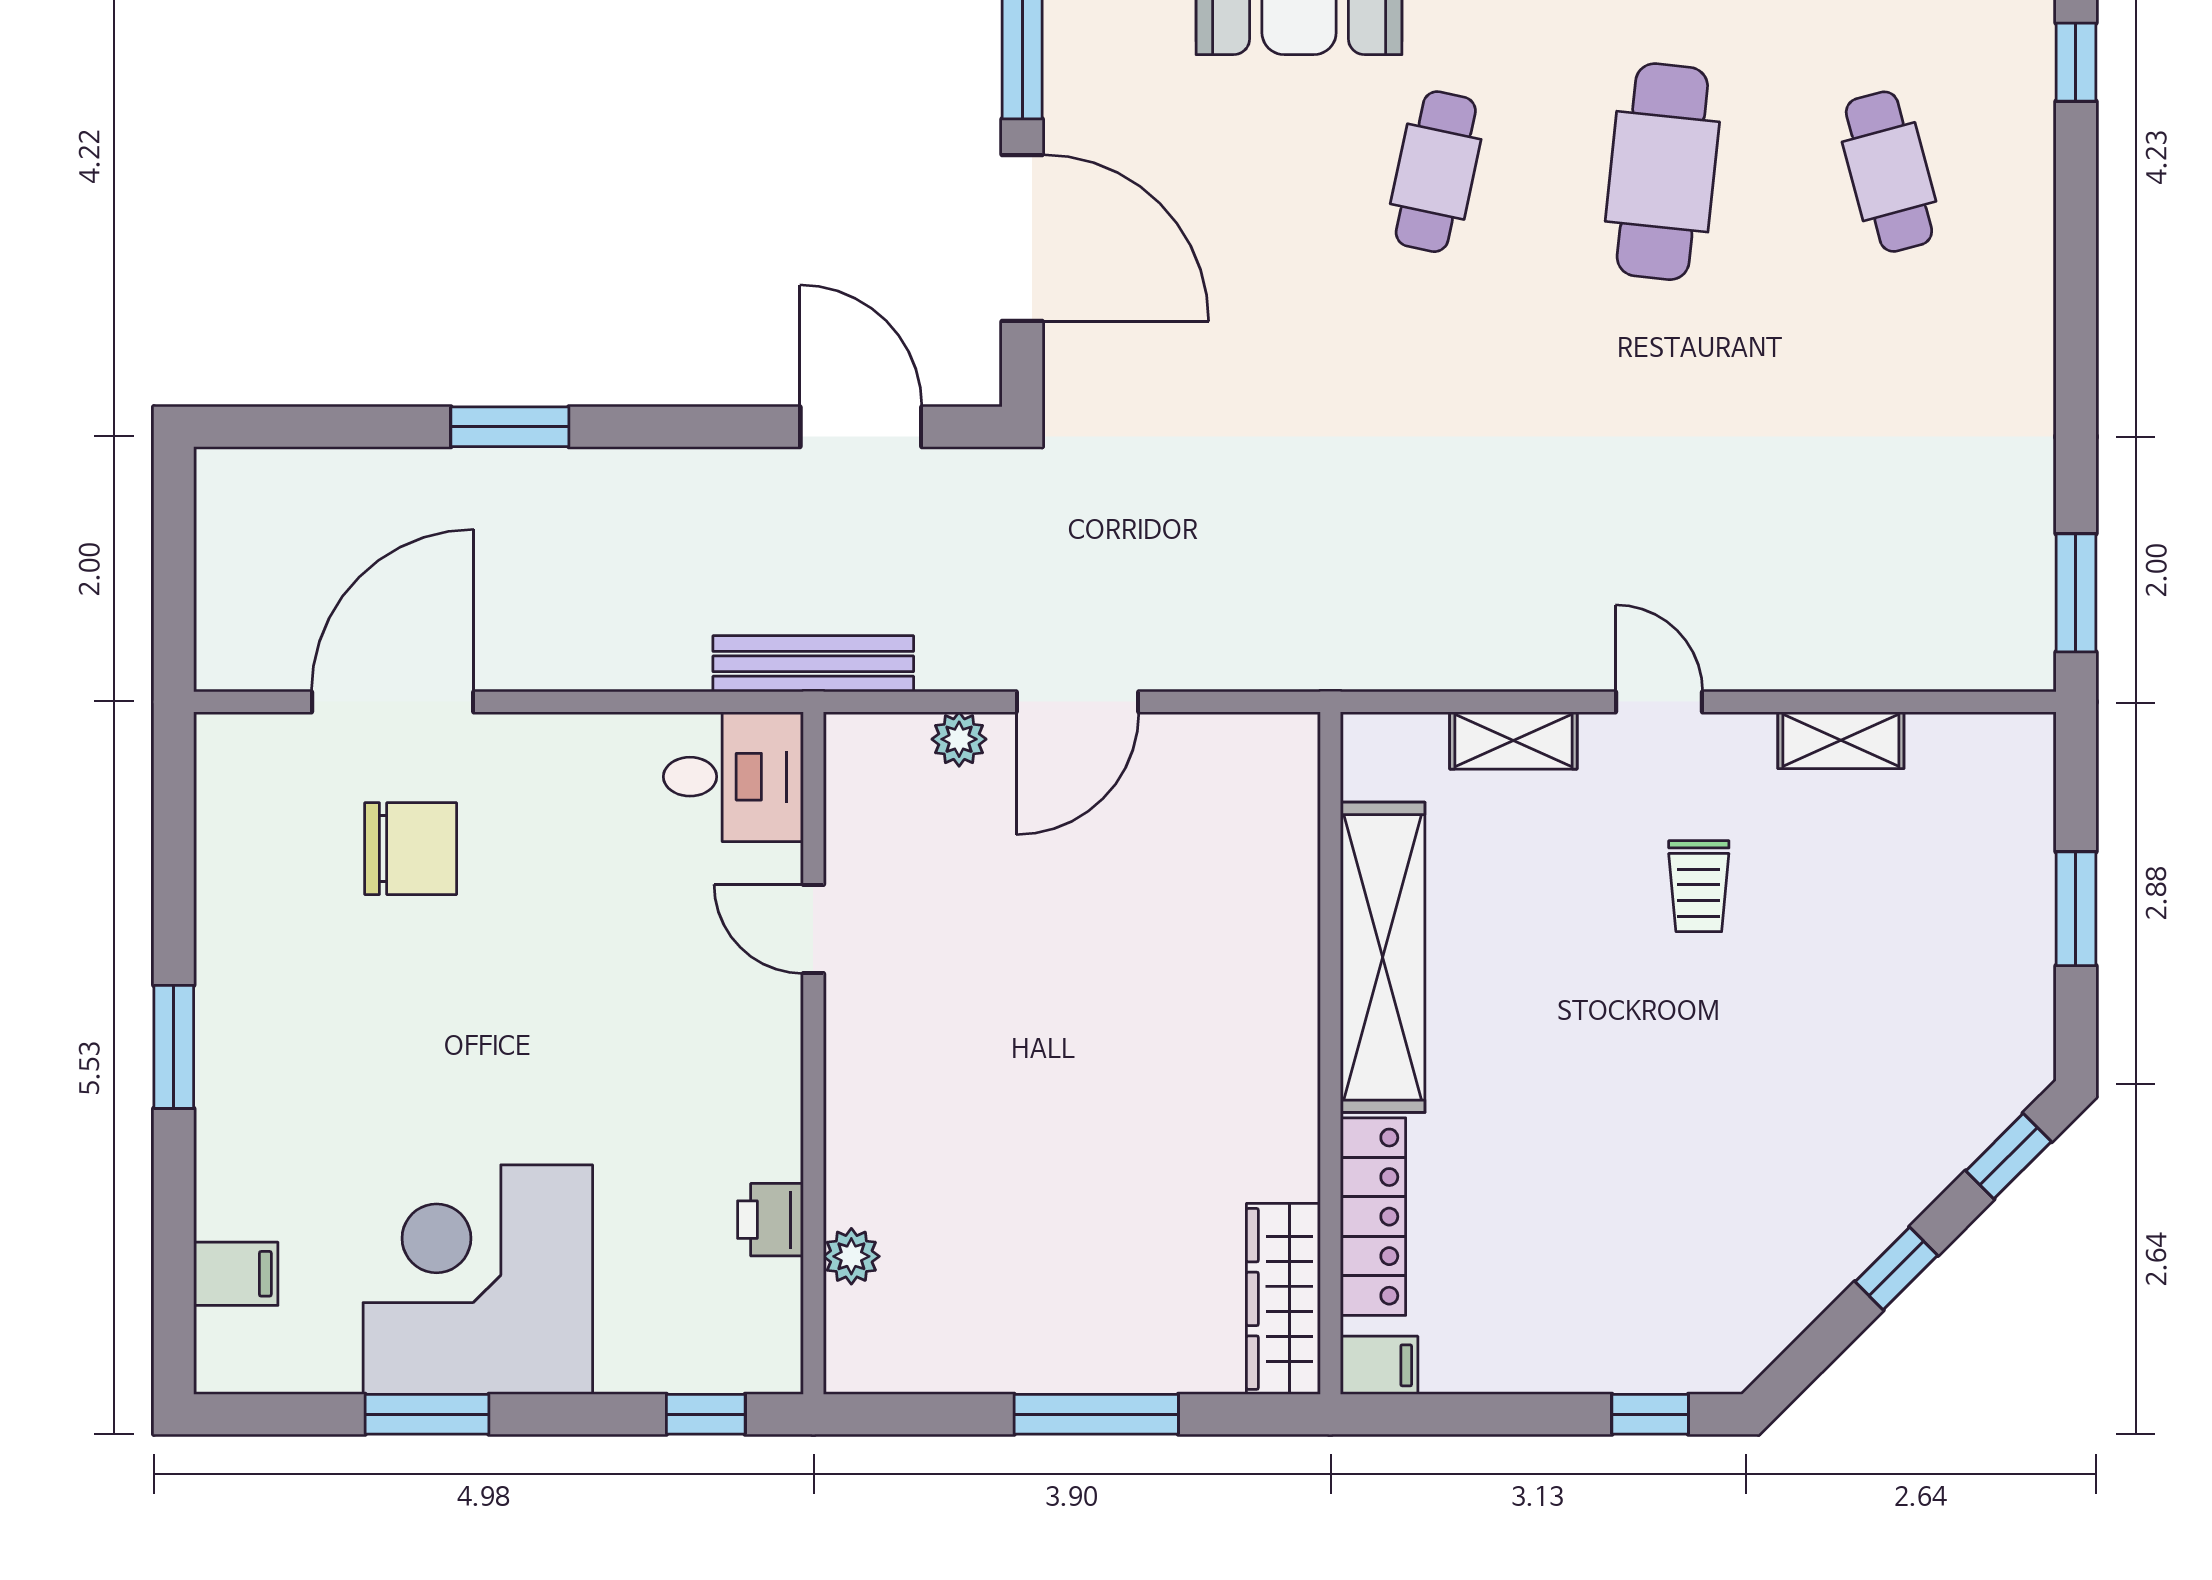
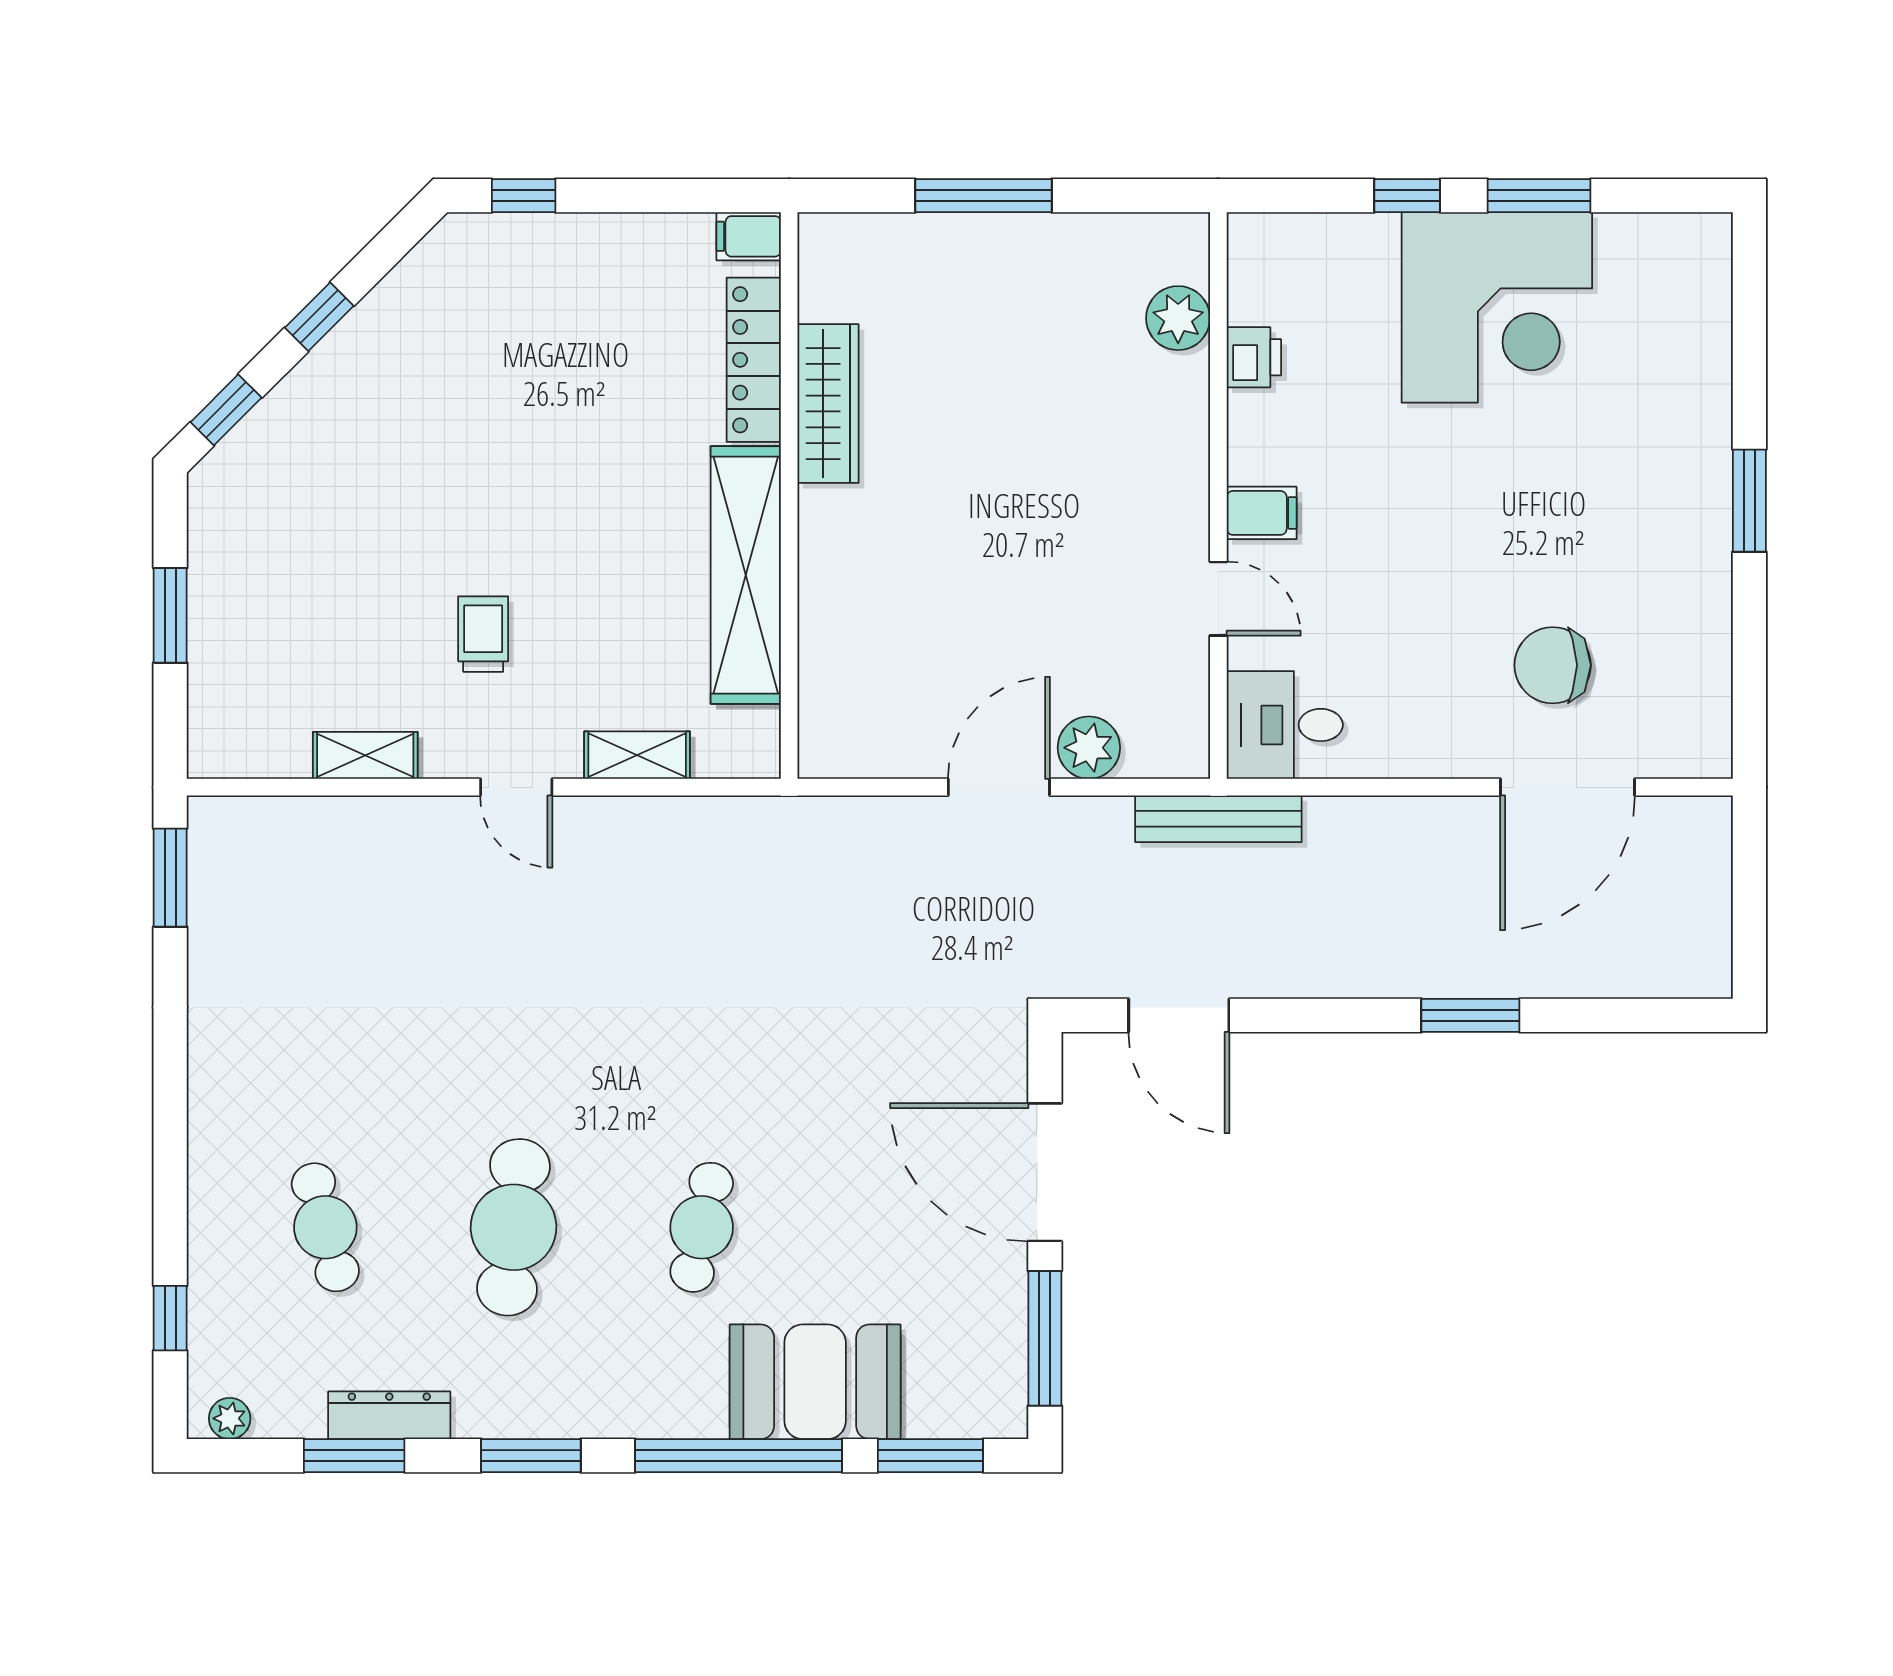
plant: (959, 739) -> (1089, 748), width x1.38, depth x1.38
plant: (851, 1256) -> (1178, 318), width x1.38, depth x1.38
filing cabinet: (236, 1274) -> (1262, 513), moved, turned 180
wardrobe: (1283, 1299) -> (828, 404), moved
window: (706, 1414) -> (1407, 196), moved

